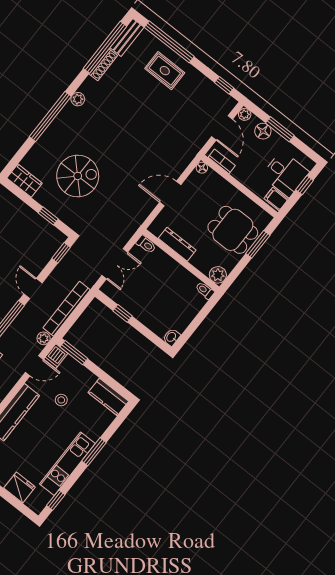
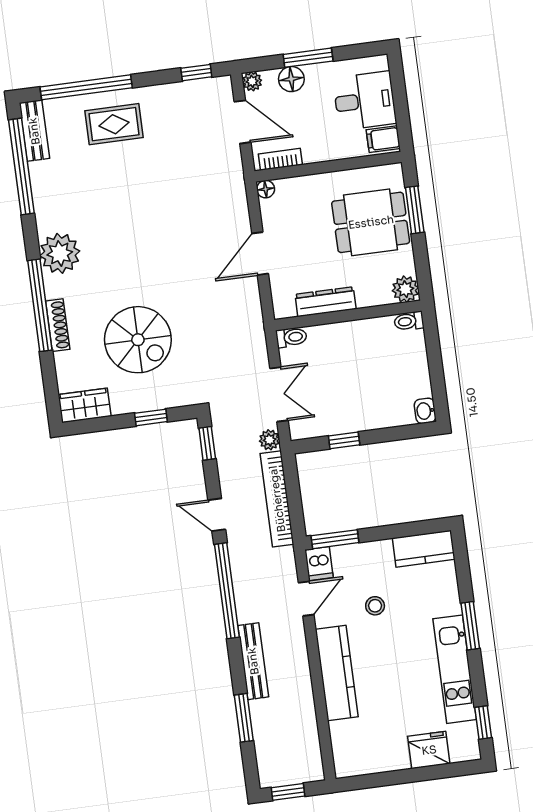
shoe rack: (103, 65) -> (58, 325), moved
plant: (78, 99) -> (60, 253), width x1.88, depth x1.88
spiral stairs: (78, 176) -> (138, 340), turned 90
window: (305, 185) -> (399, 91), removed
plant: (44, 338) -> (270, 440), moved

